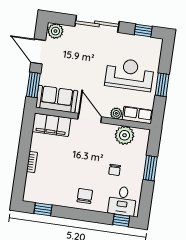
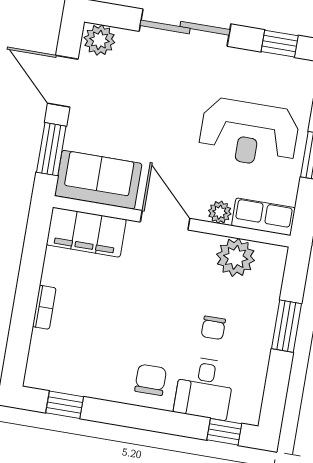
reception desk: (129, 74) -> (249, 133), turned 180
desk: (122, 201) -> (204, 388), moved

